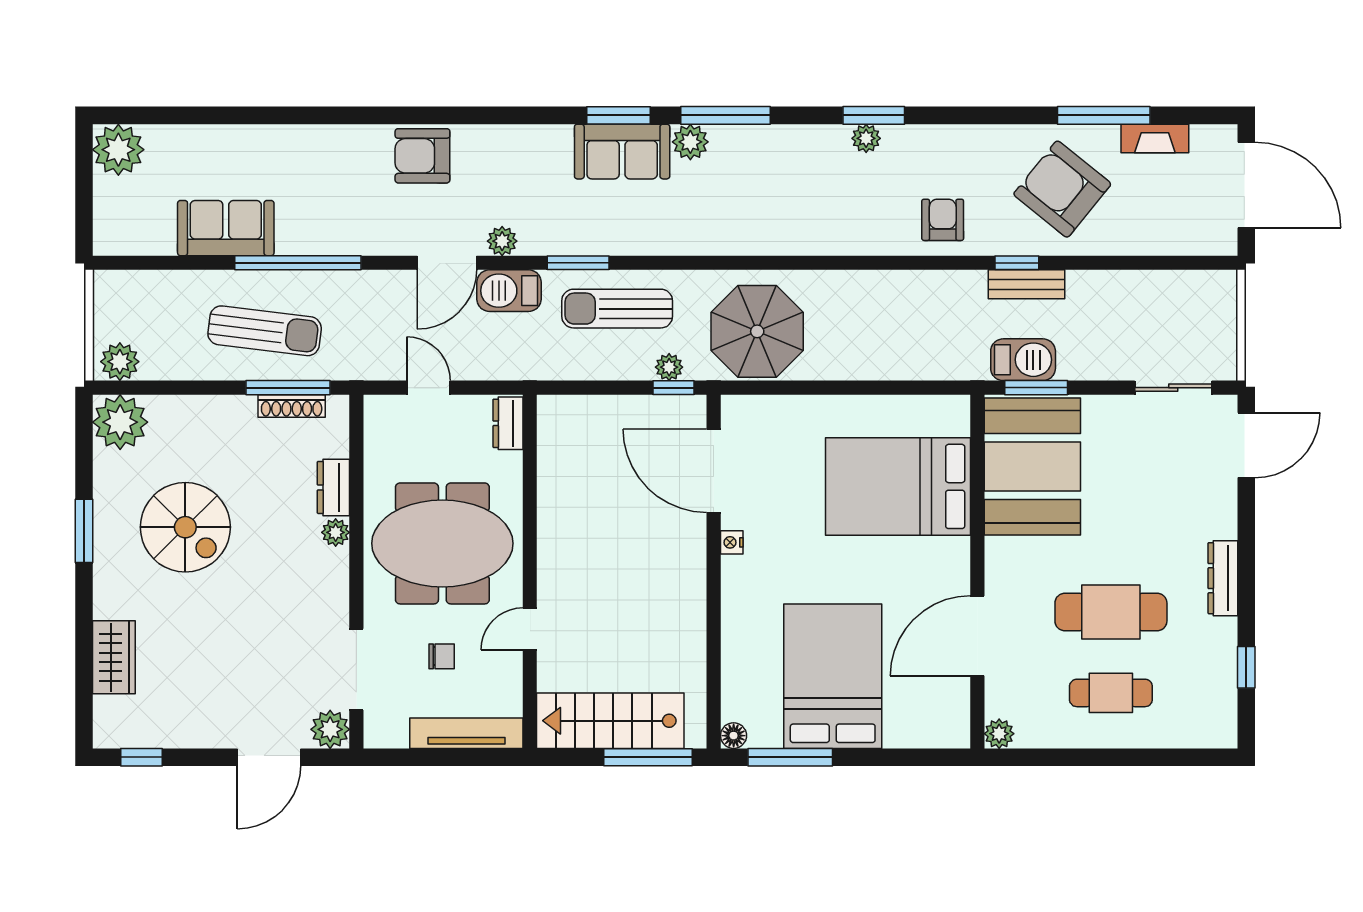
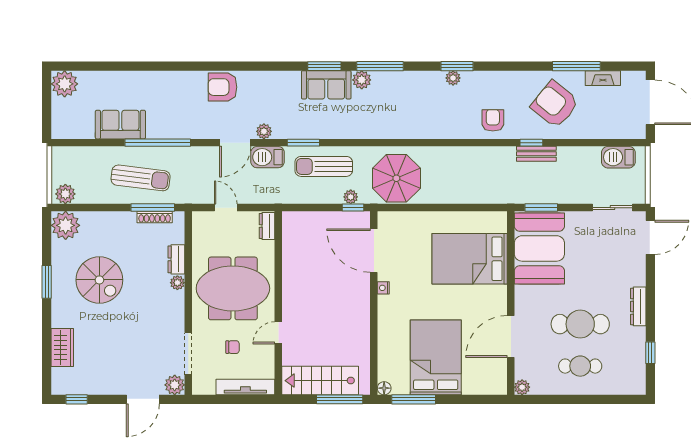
barbecue: (1023, 360) -> (618, 157), moved, turned 180

